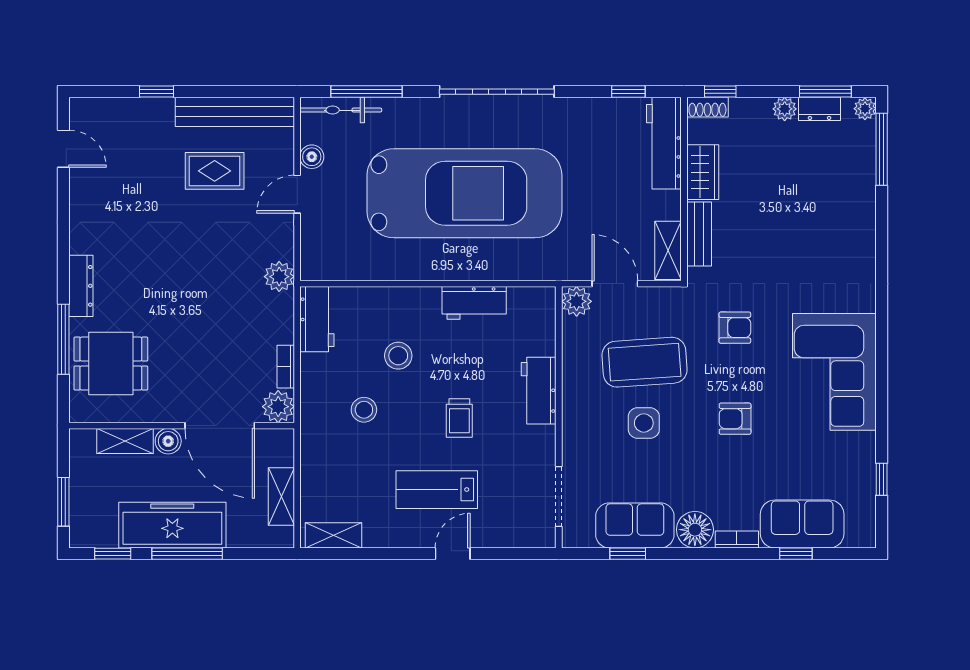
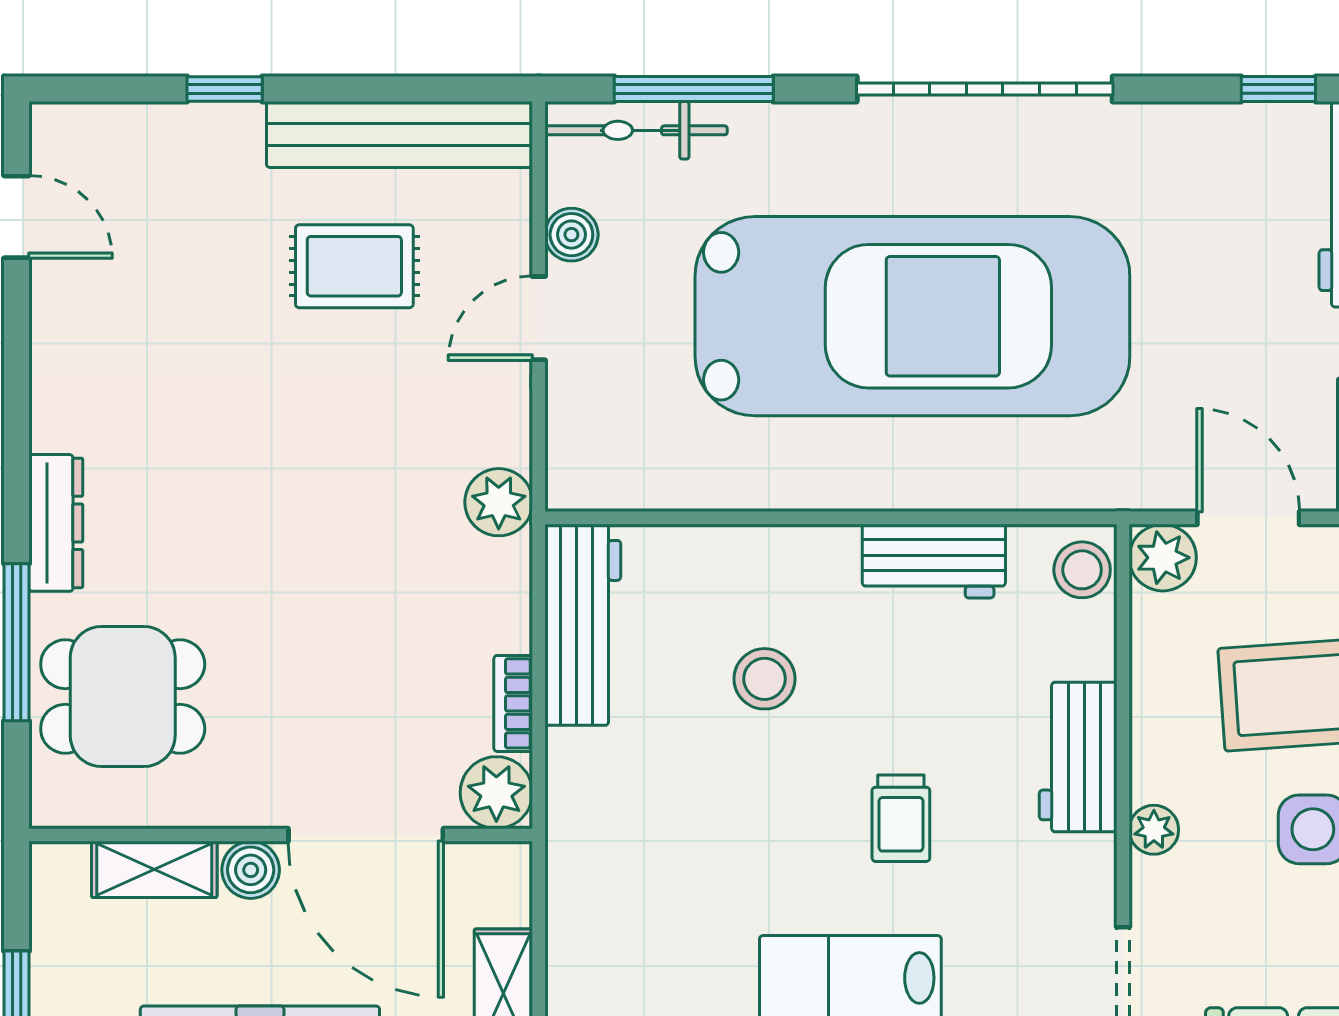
workbench: (317, 319) -> (583, 625), width x1.38
stool: (364, 410) -> (1082, 570), moved
plant: (573, 423) -> (1154, 830), added

